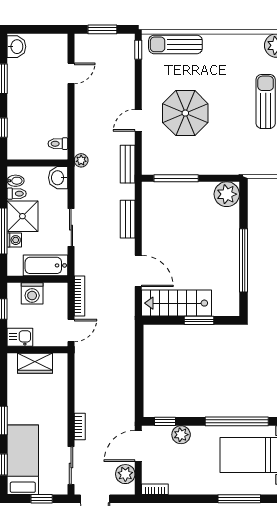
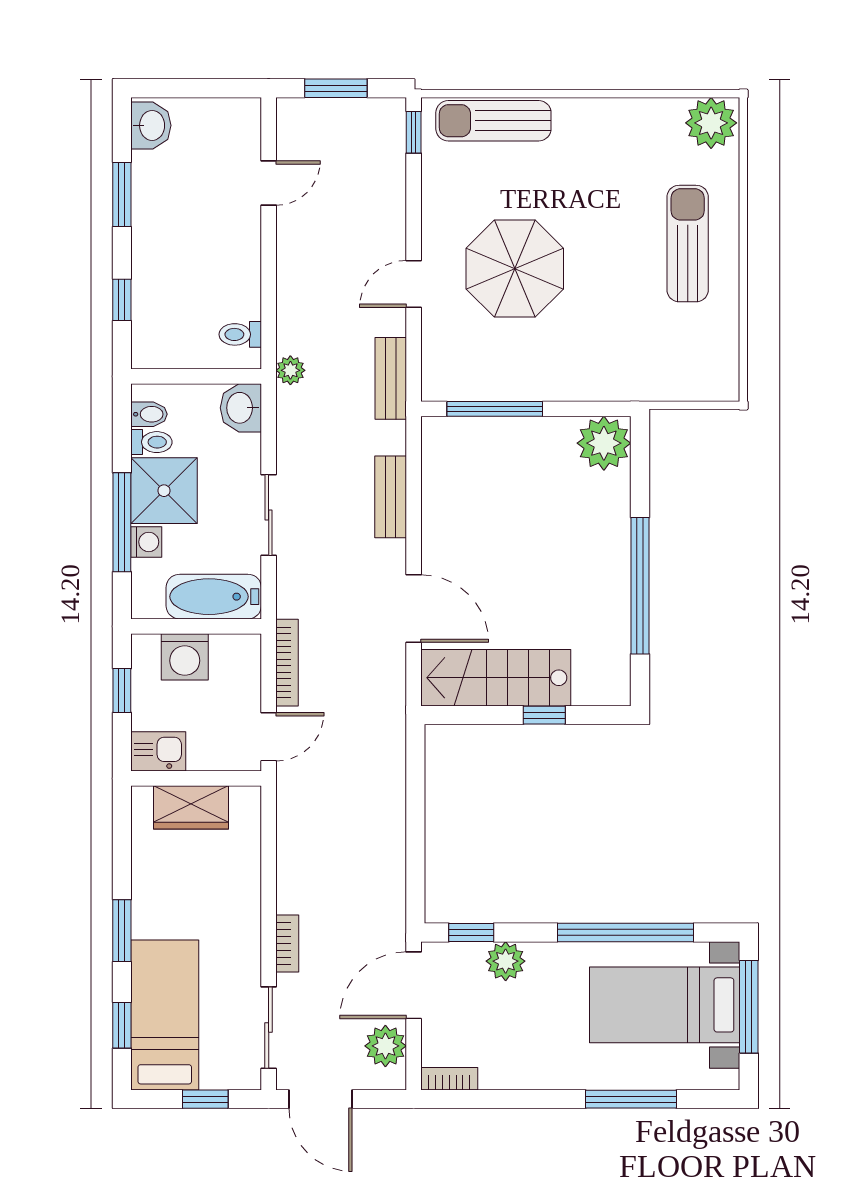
window: (199, 320) -> (544, 715), width x0.67

